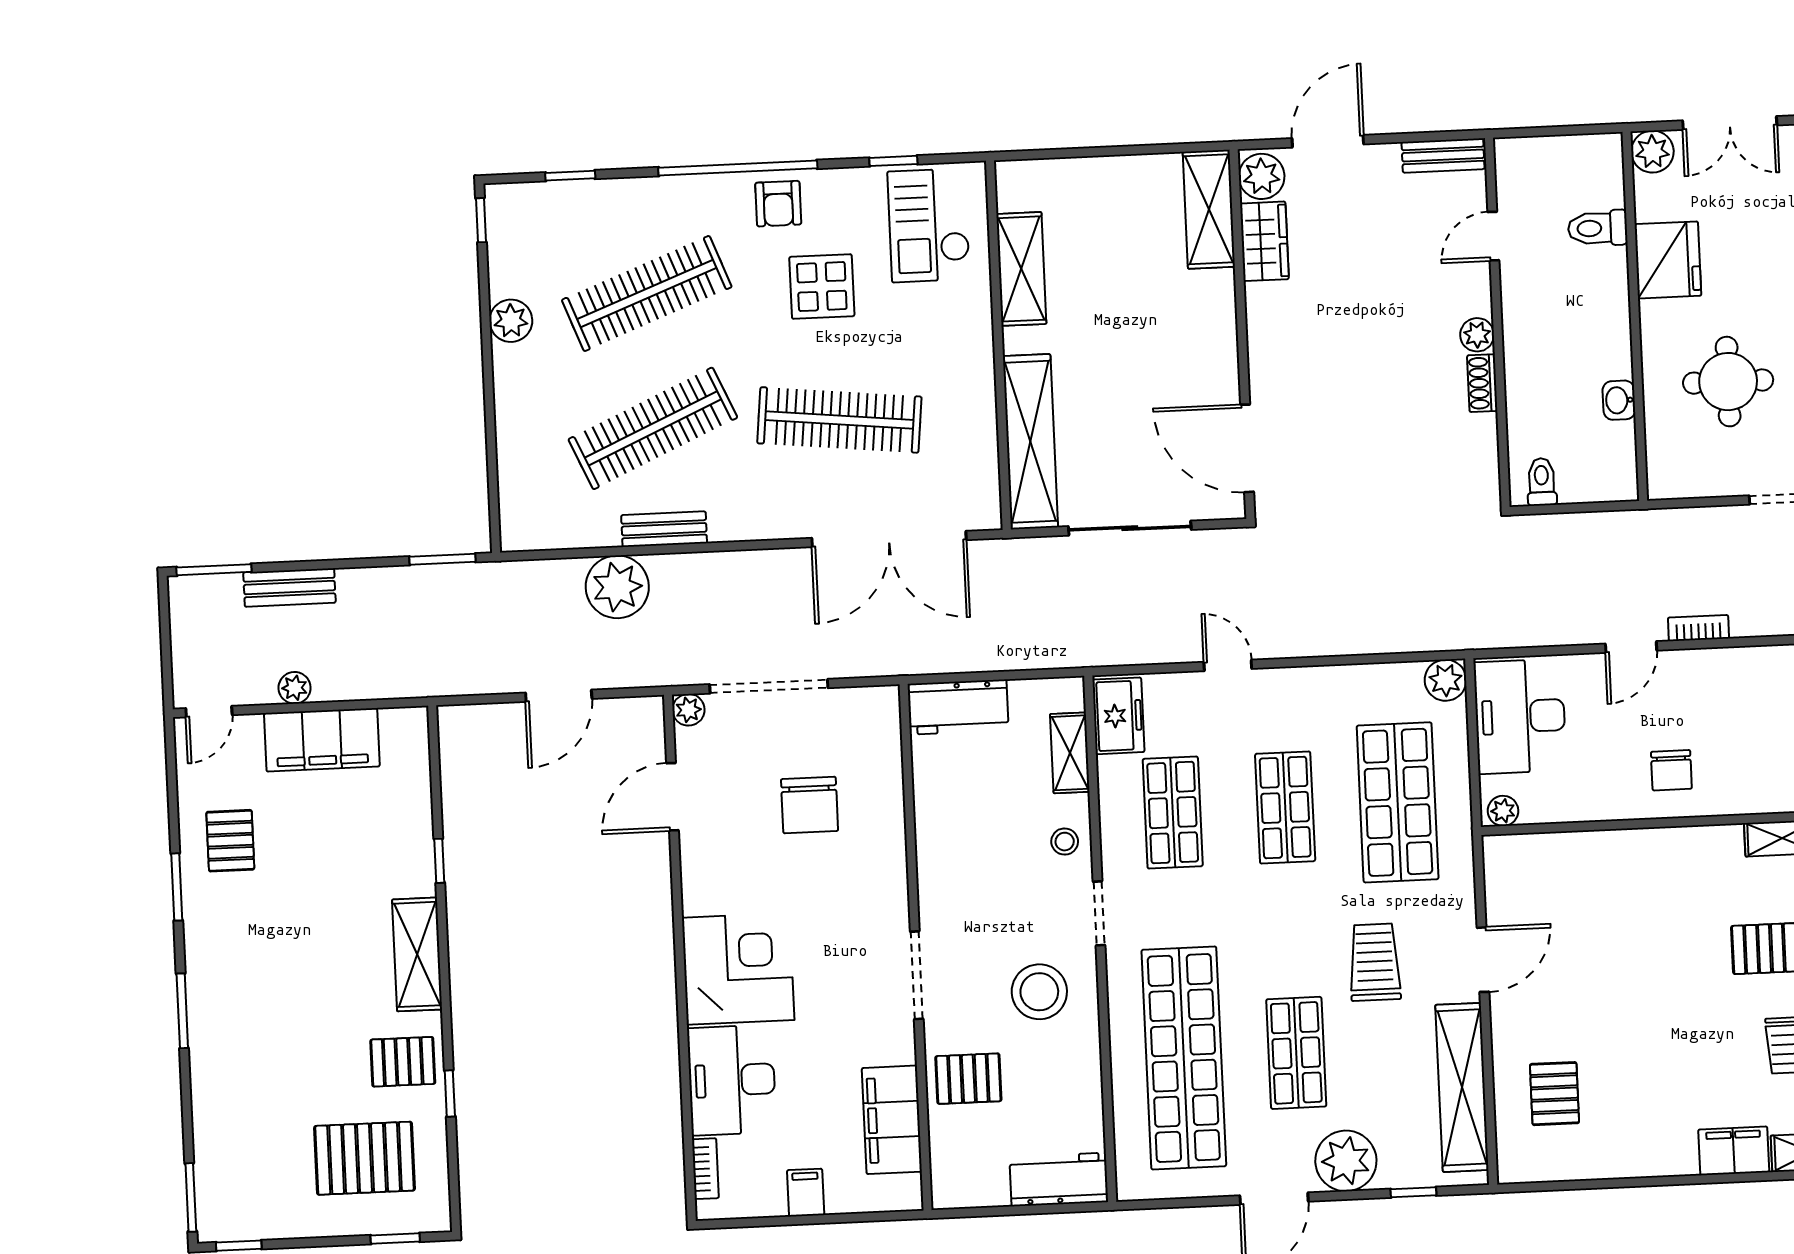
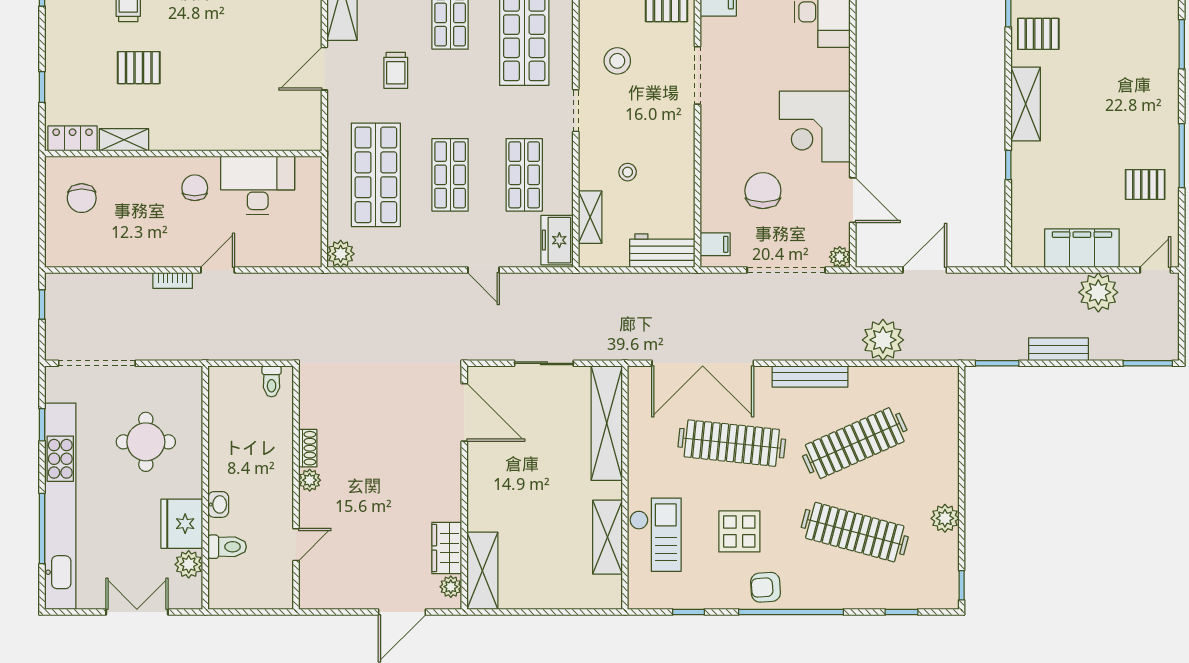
plant: (1652, 152) -> (189, 564), moved
bench: (1443, 155) -> (327, 599), removed
plant: (1262, 176) -> (451, 587), width x0.73, depth x0.73
armchair: (778, 204) -> (766, 587), turned -94
checkout: (929, 225) -> (655, 535), moved
clothes rail: (647, 293) -> (855, 532), turned 36
washbasin: (1619, 400) -> (218, 504), moved
sliding door: (1130, 528) -> (544, 363), width x0.73
bench: (664, 529) -> (810, 376), moved, width x1.36
double door: (889, 539) -> (703, 363), swing flipped
bench: (289, 588) -> (1058, 349), moved
plant: (295, 688) -> (1098, 292), width x1.88, depth x1.88
desk: (1520, 716) -> (258, 185), moved, turned -90
filing cabinet: (878, 720) -> (715, 244), added
door: (673, 797) -> (853, 200), hinge flipped
plant: (1503, 811) -> (307, 166), removed
pallet: (230, 841) -> (1145, 184), turned 90
stool: (1065, 842) -> (628, 172), moved
window: (177, 887) -> (1182, 156), width x1.44
trolley: (1375, 962) -> (396, 70), width x0.73, depth x0.72
corner desk: (738, 969) -> (815, 127), moved
stool: (1039, 992) -> (617, 61), width x0.73, depth x0.73
window: (182, 1011) -> (1182, 44), moved

